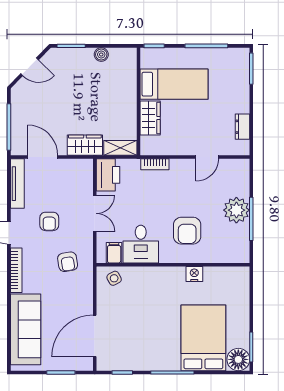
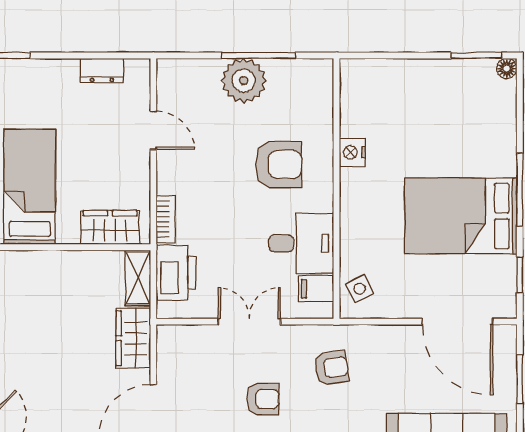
wardrobe: (150, 118) -> (110, 227), moved
printer: (108, 175) -> (176, 273), moved, turned 90
bed: (203, 338) -> (461, 216), moved
floor lamp: (238, 359) -> (507, 68), width x0.53, depth x0.53

